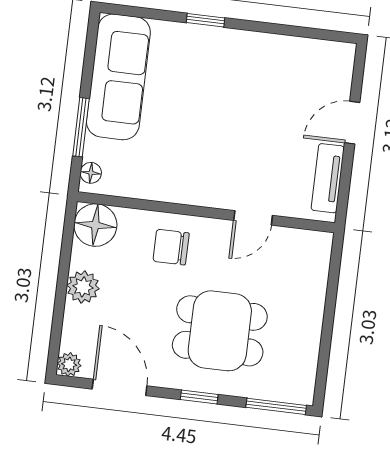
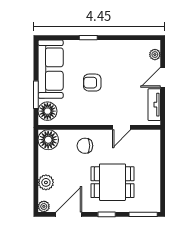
plant: (342, 73) -> (155, 55), added
armchair: (203, 116) -> (92, 83), added
floor lamp: (91, 173) -> (47, 111), width x1.89, depth x1.89
plant: (83, 287) -> (46, 182), moved
door: (120, 387) -> (69, 214), hinge flipped

